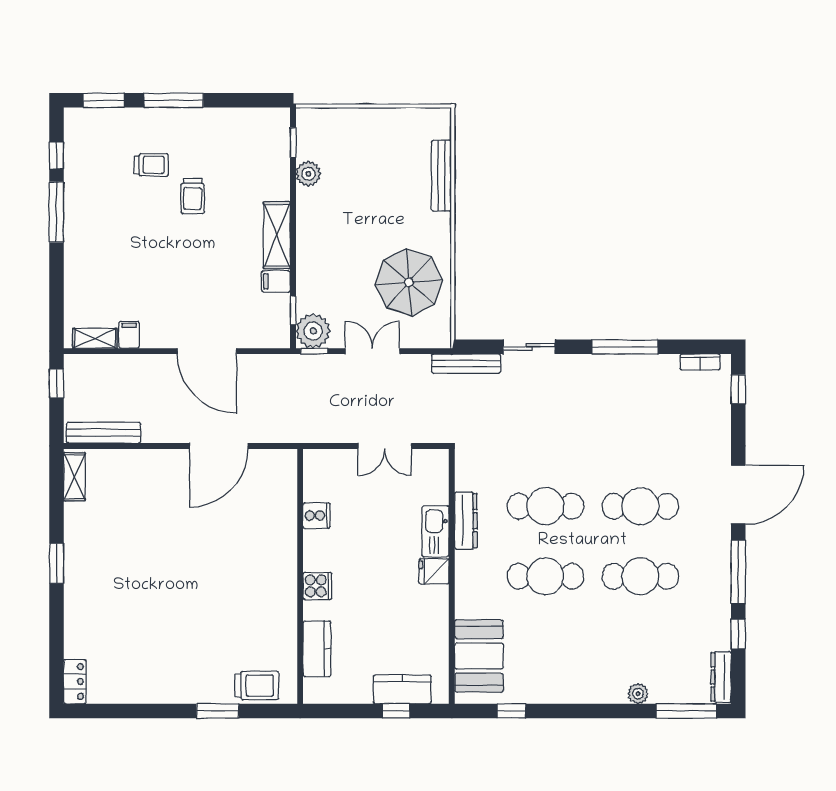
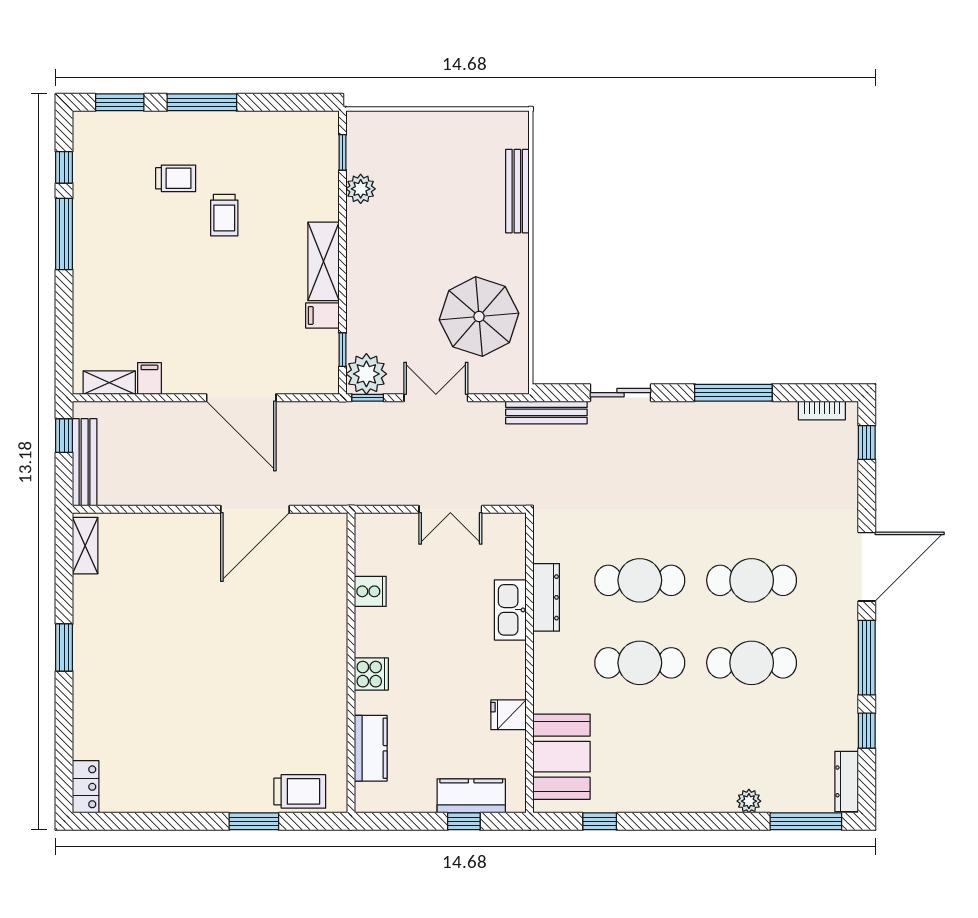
bench: (104, 433) -> (85, 462), moved, turned 90
fridge: (434, 571) -> (509, 715), moved

